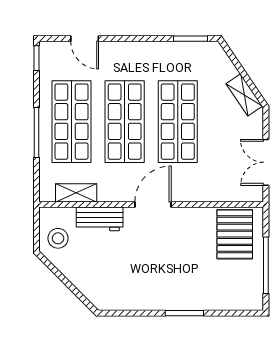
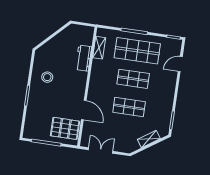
shelving: (244, 95) -> (149, 139), moved
shop shelf: (125, 122) -> (133, 79), width x0.70, depth x0.74
shop shelf: (178, 122) -> (129, 107), width x0.70, depth x0.74
door: (153, 204) -> (84, 110), moved
stool: (58, 238) -> (47, 77), moved

